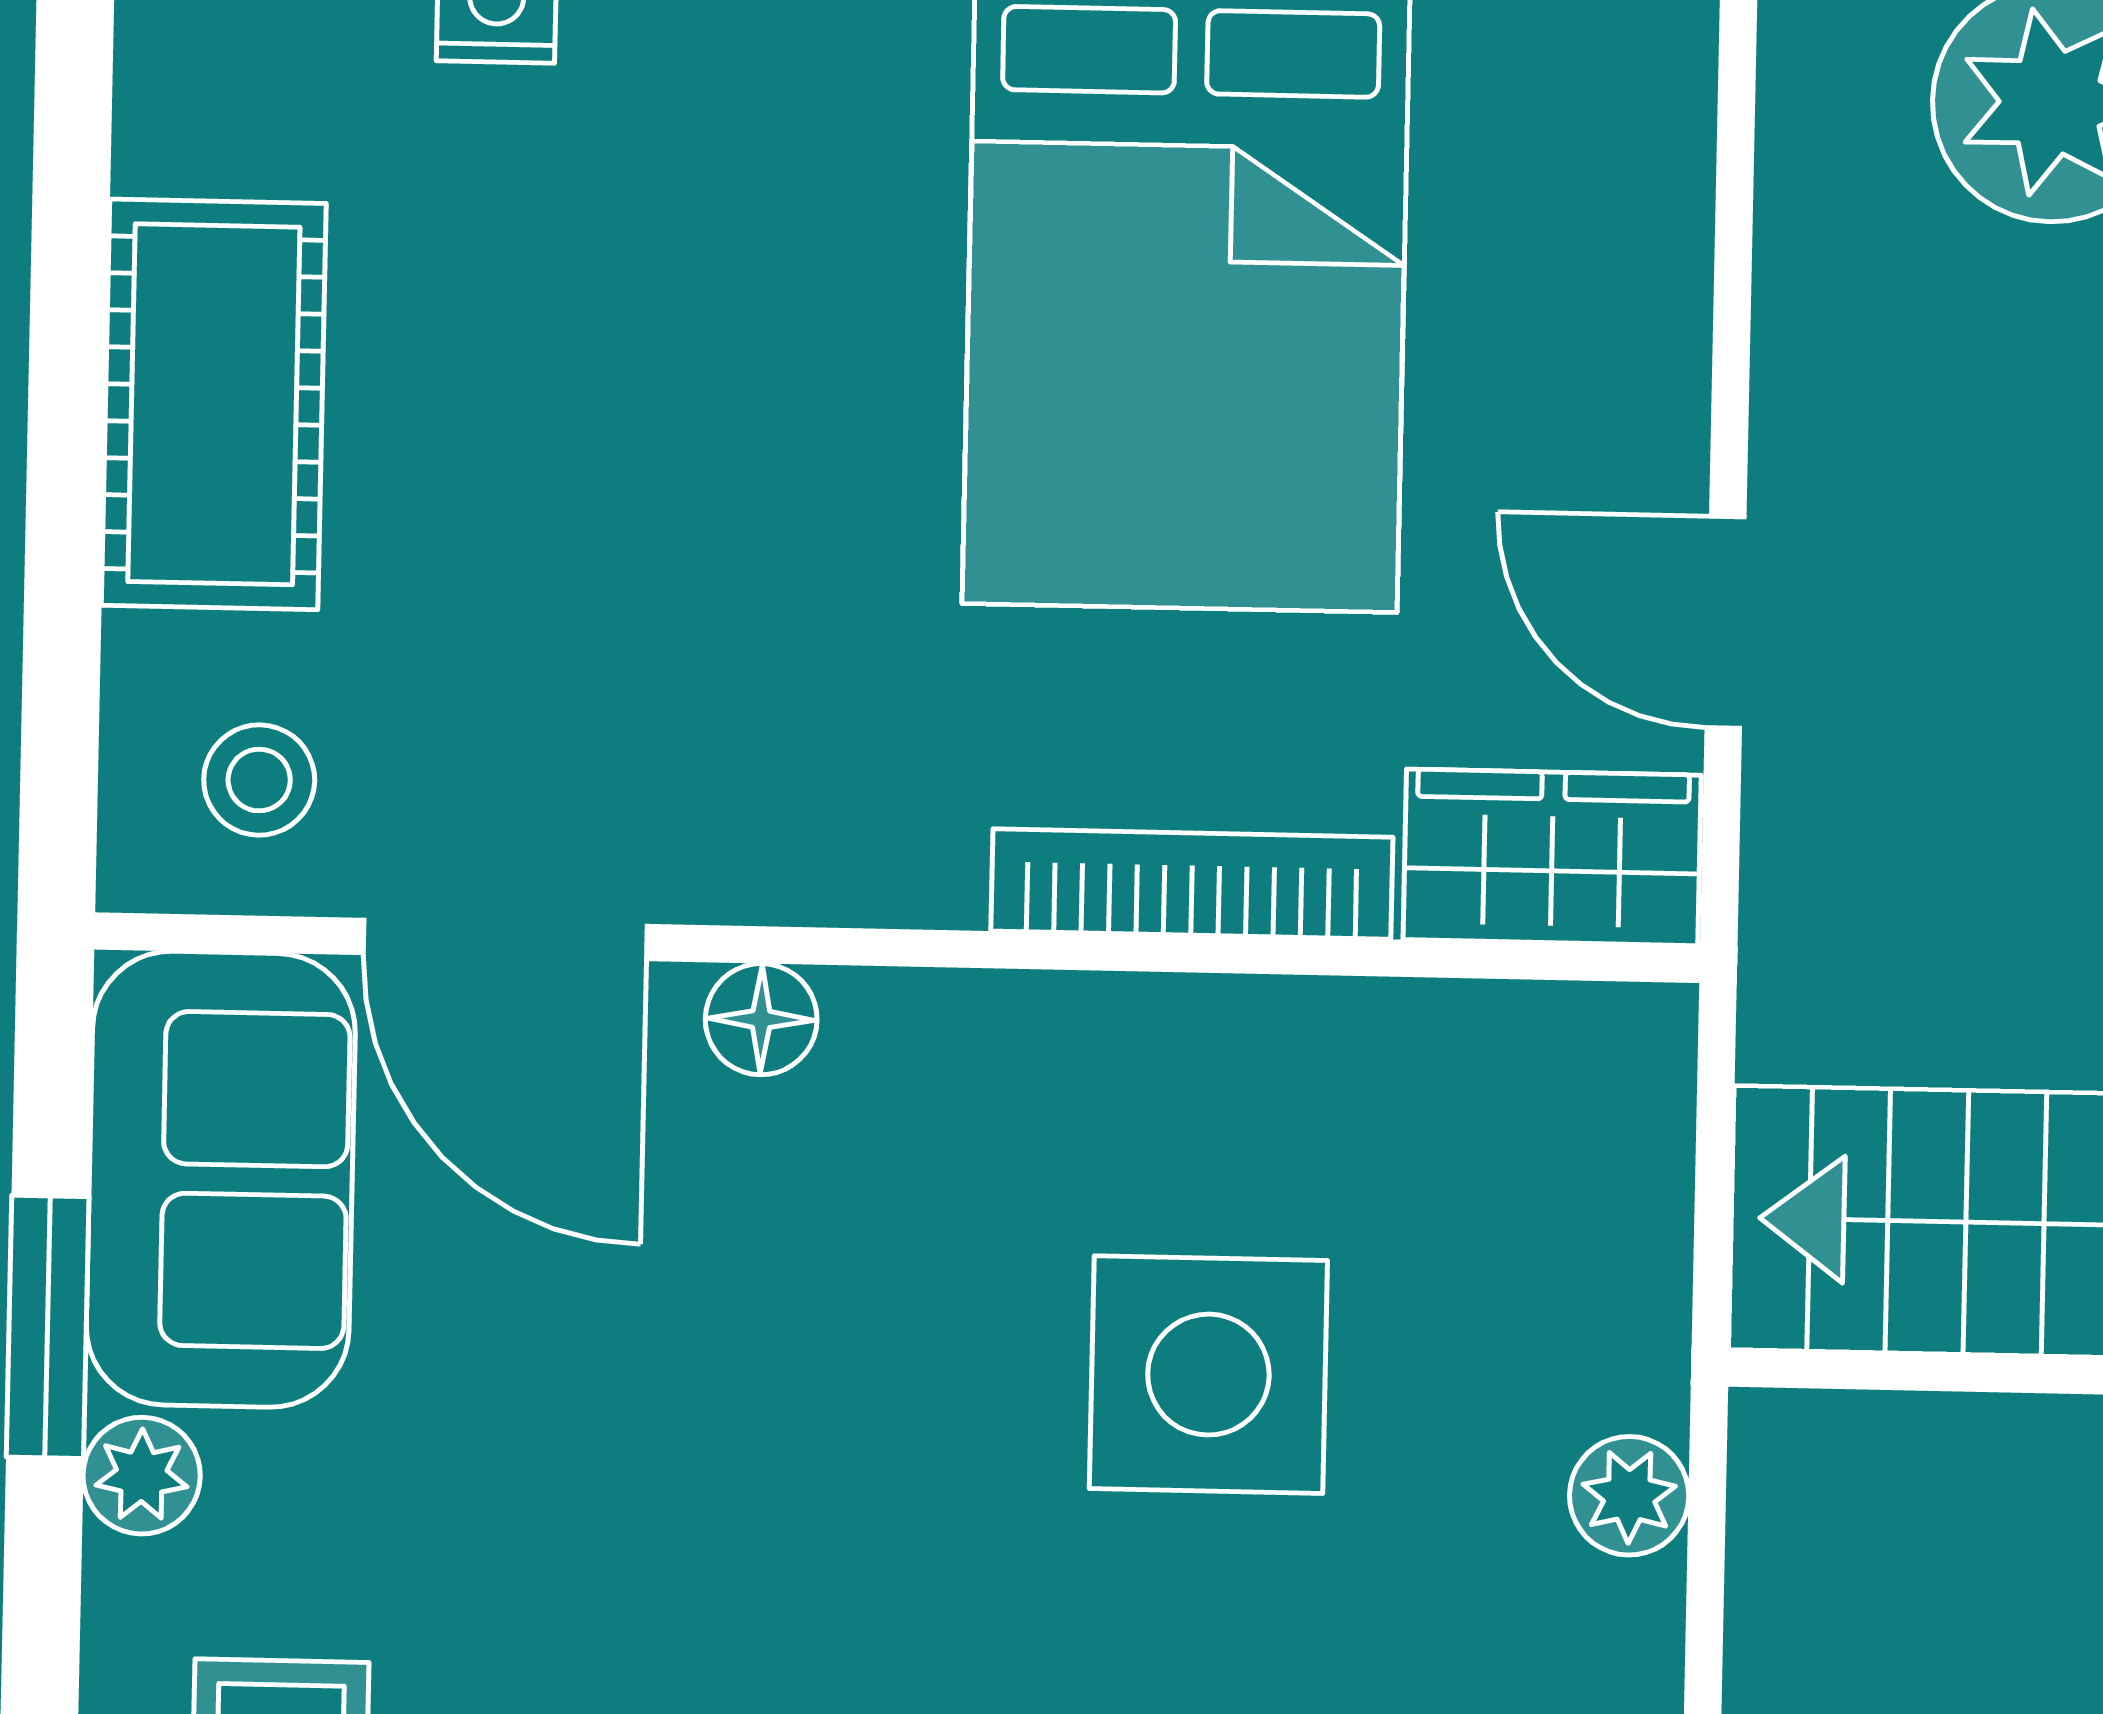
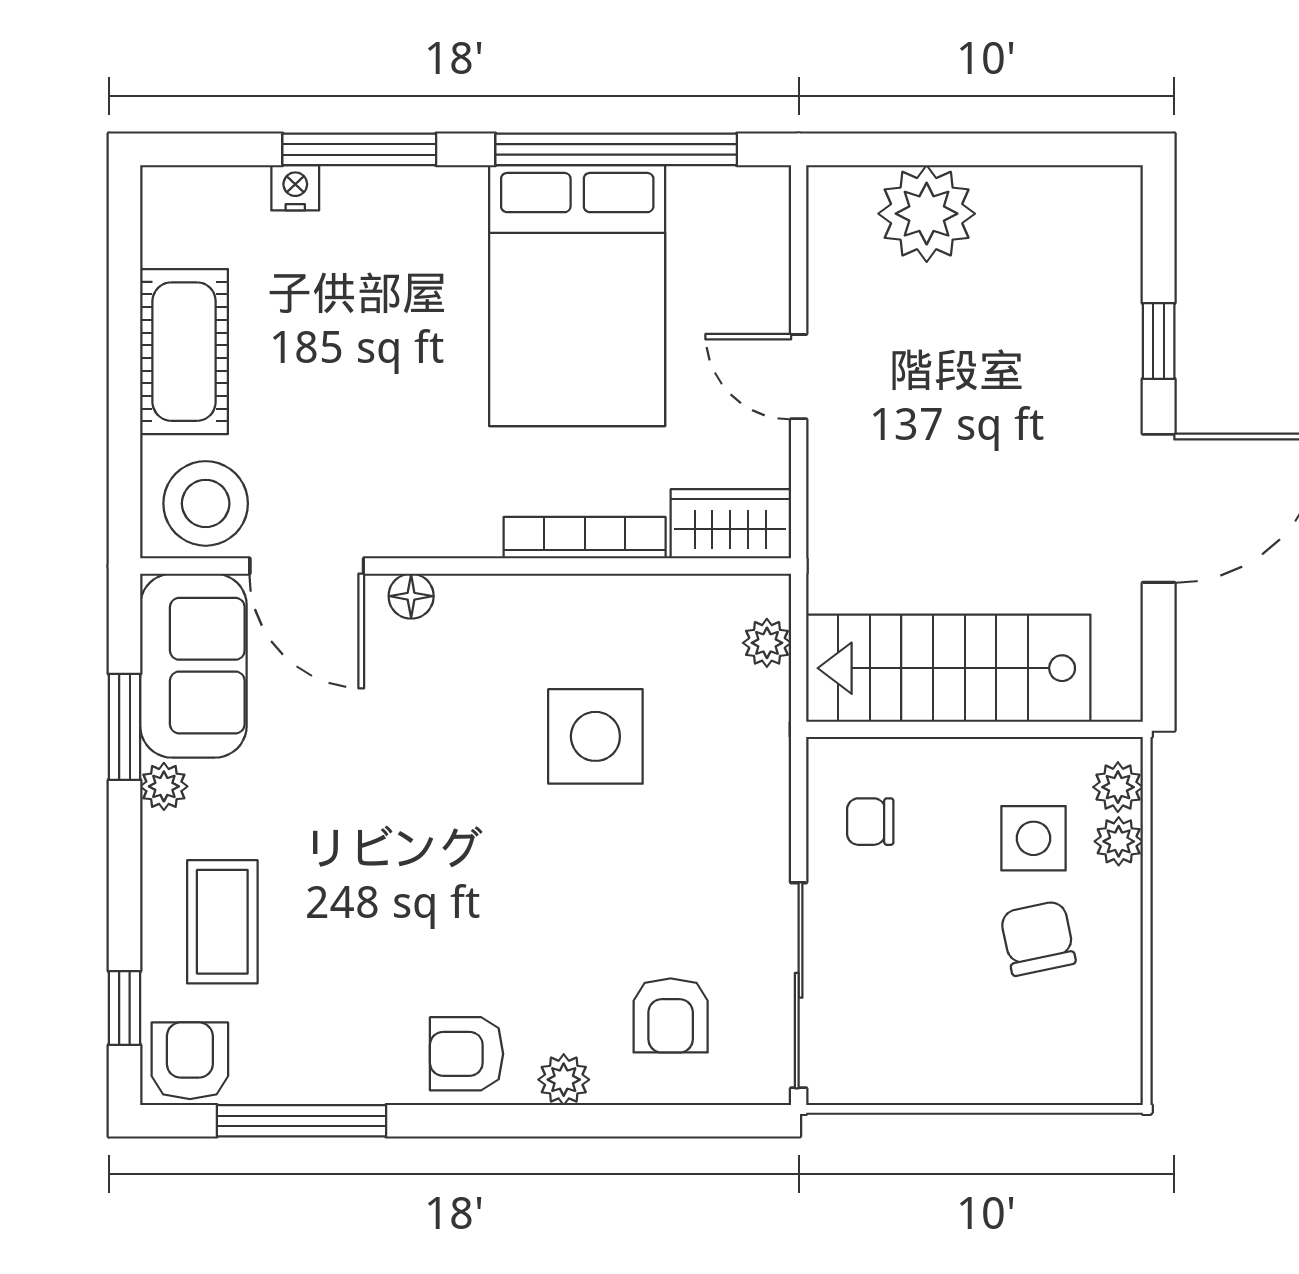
door: (1725, 622) -> (799, 377), moved
stool: (259, 780) -> (206, 503), width x1.89, depth x1.89
plant: (1629, 1496) -> (767, 643), moved
chair: (1882, 1599) -> (870, 822), added

